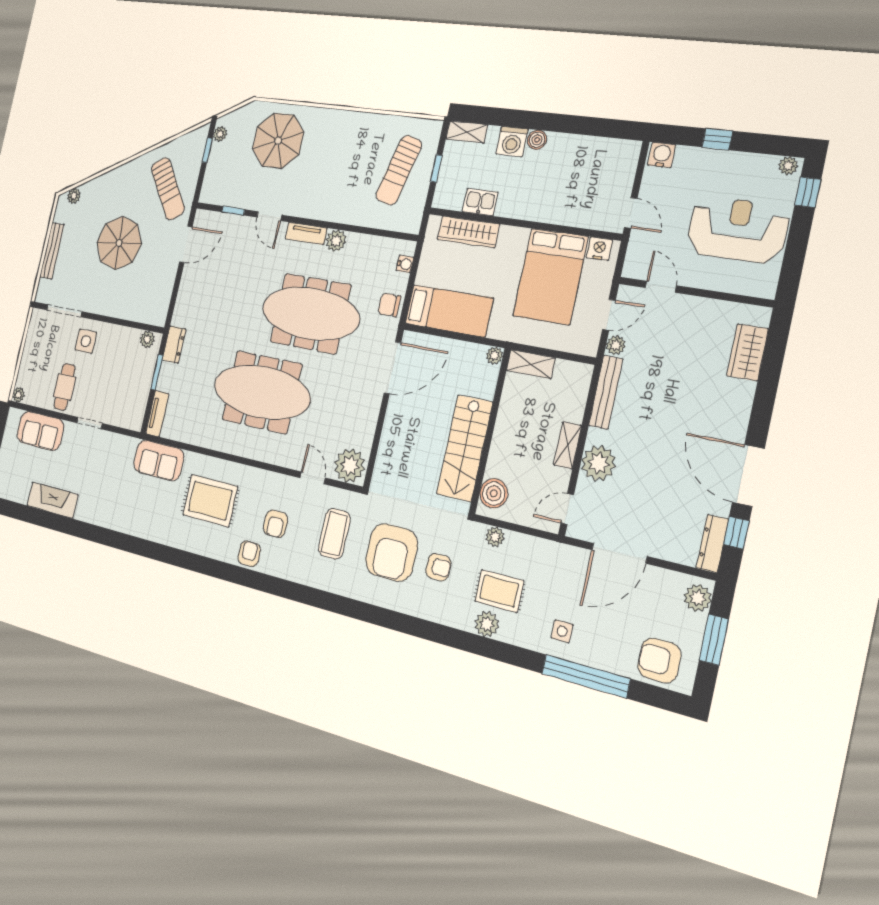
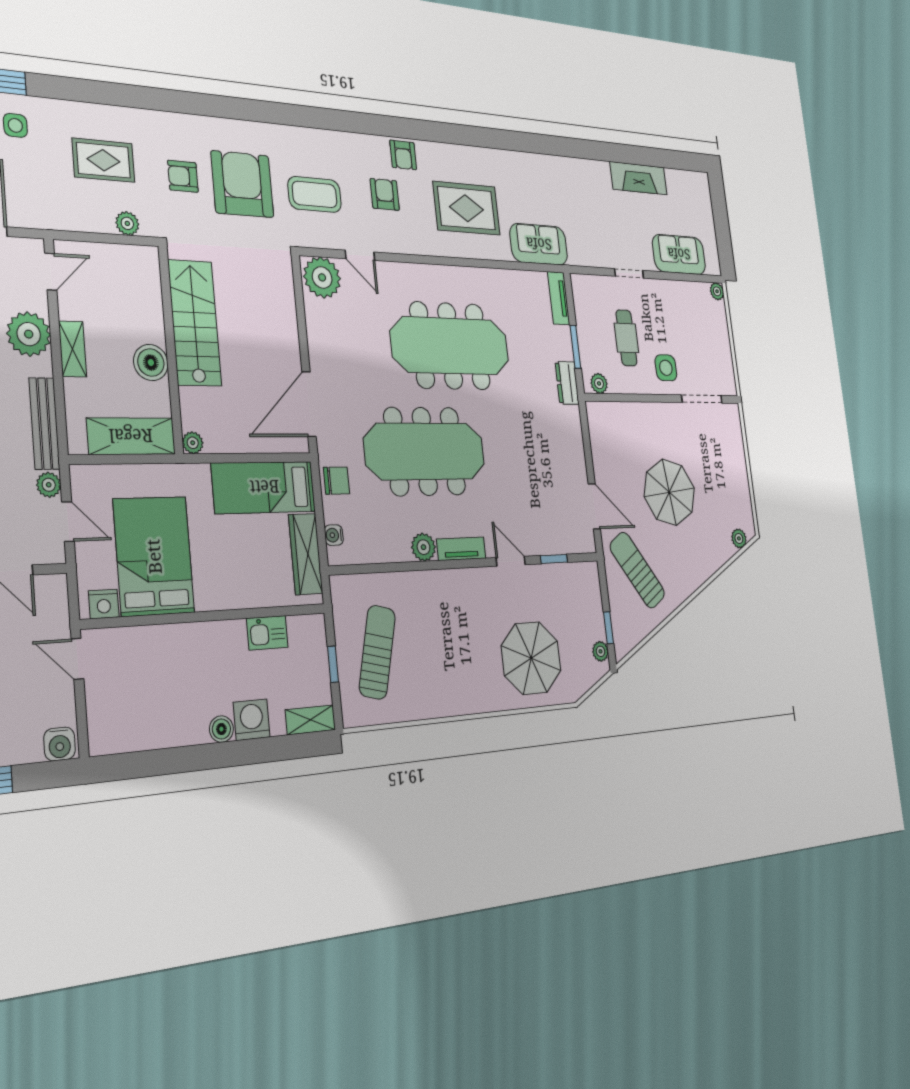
wardrobe: (468, 232) -> (306, 554), moved, turned -90
door: (186, 244) -> (594, 506), swing flipped
bench: (52, 251) -> (740, 467), removed
door: (609, 315) -> (68, 522), swing flipped
shelving: (531, 364) -> (131, 436), width x1.50, depth x1.33
cafe table: (65, 387) -> (626, 338), moved
boiler: (494, 493) -> (151, 363), moved
coffee table: (334, 534) -> (315, 194), turned 90
plant: (487, 624) -> (106, 119), removed

